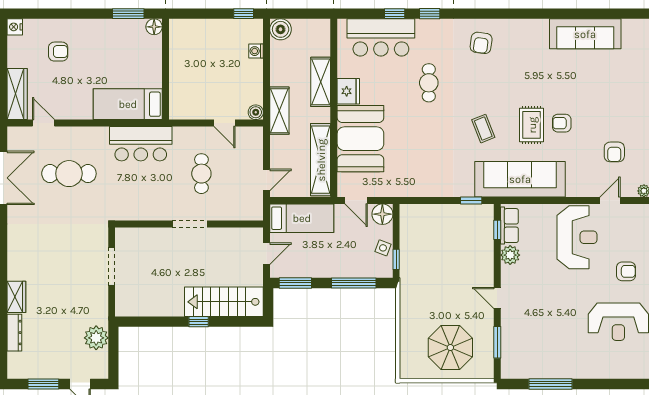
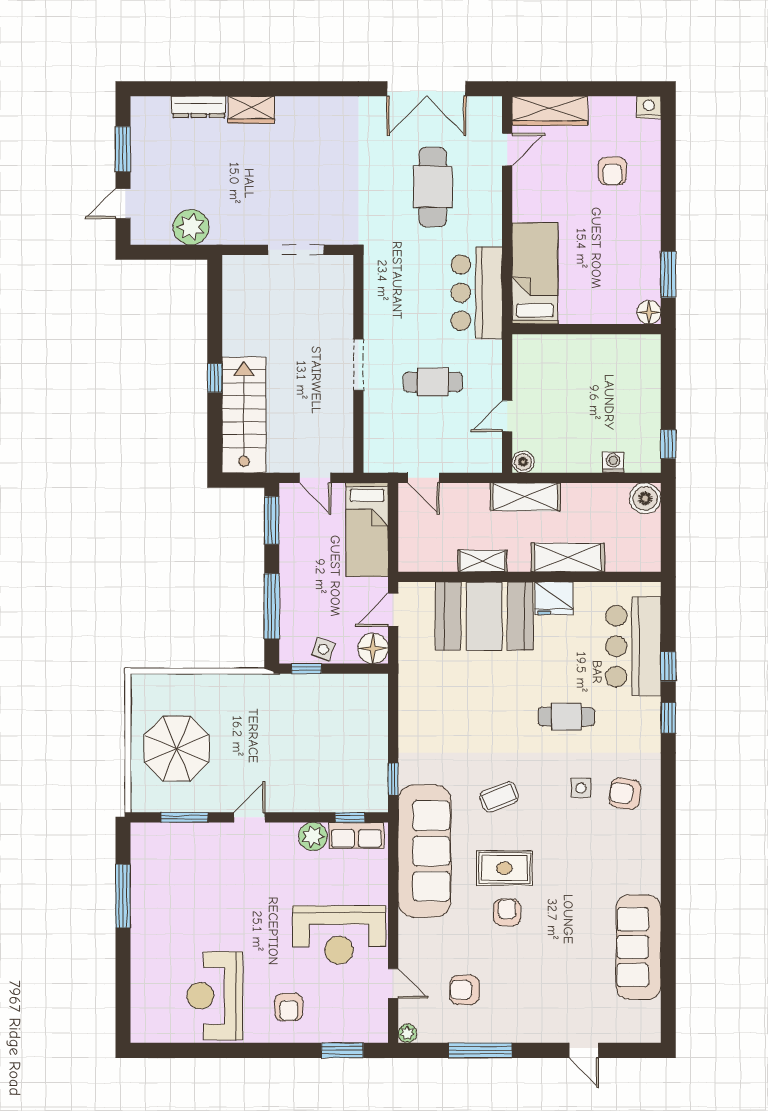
side table: (477, 73) -> (581, 788), added
shelving: (321, 160) -> (483, 561), width x0.45, depth x0.75

